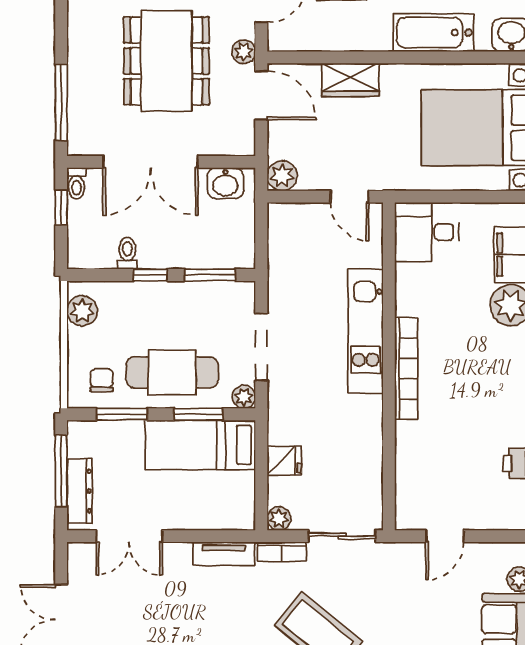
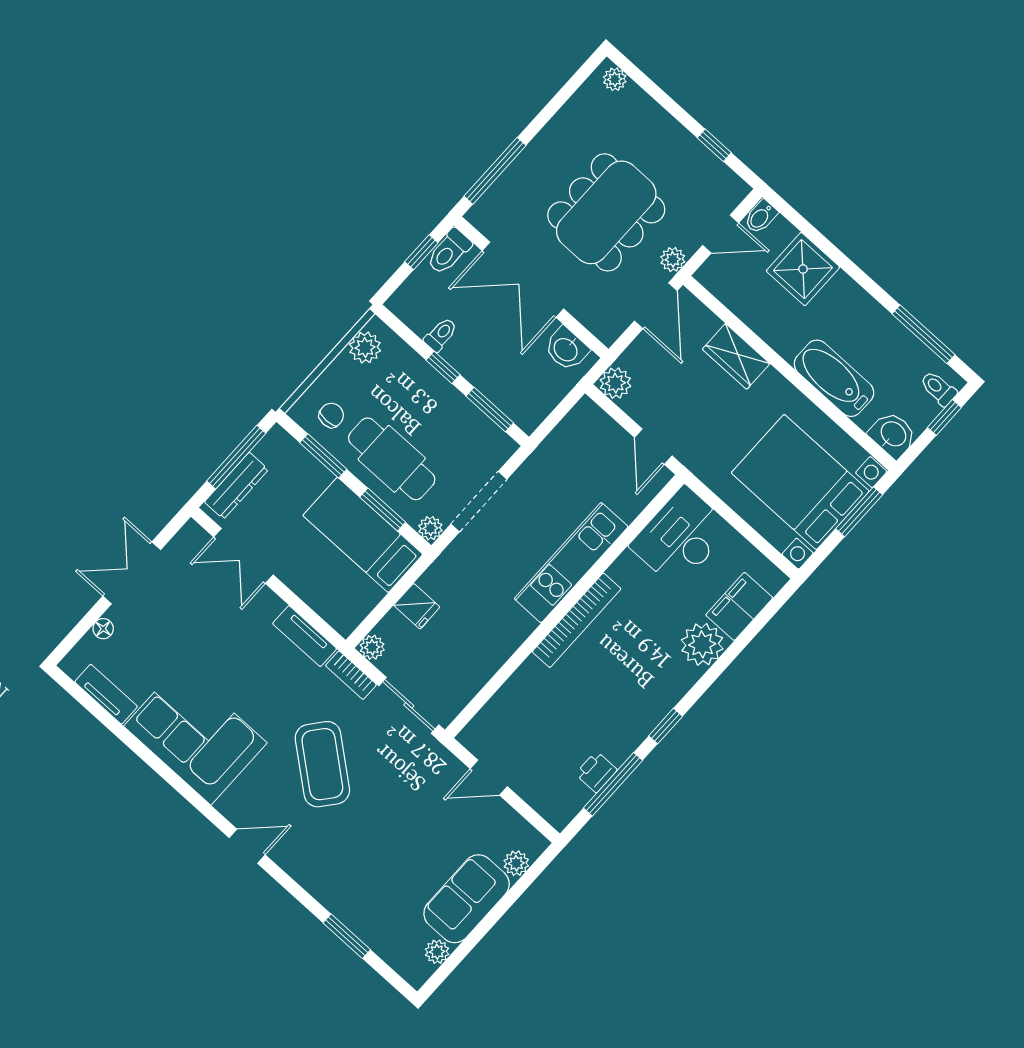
toilet: (77, 183) -> (449, 252), width x1.37, depth x1.39
desk: (427, 232) -> (681, 537), width x1.37

